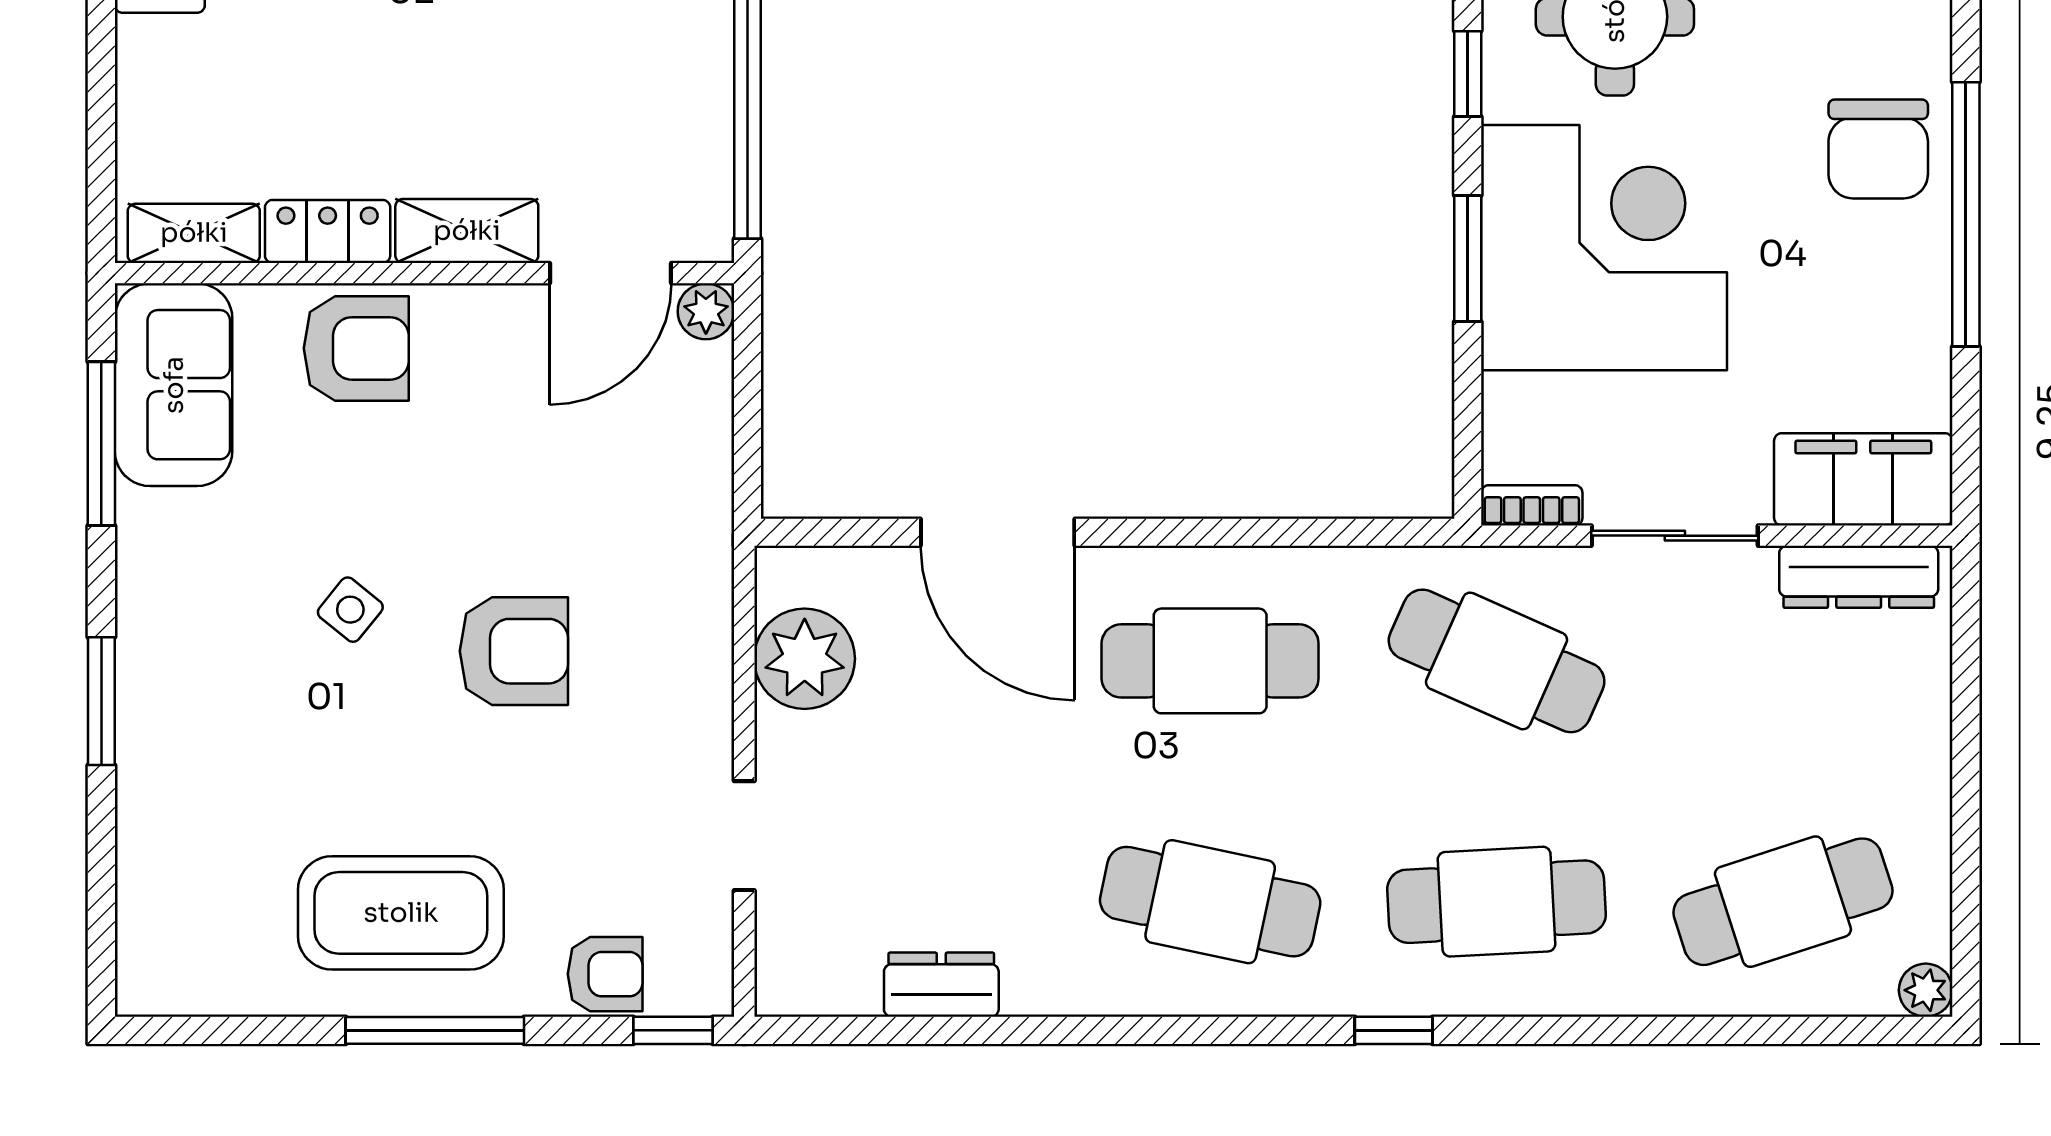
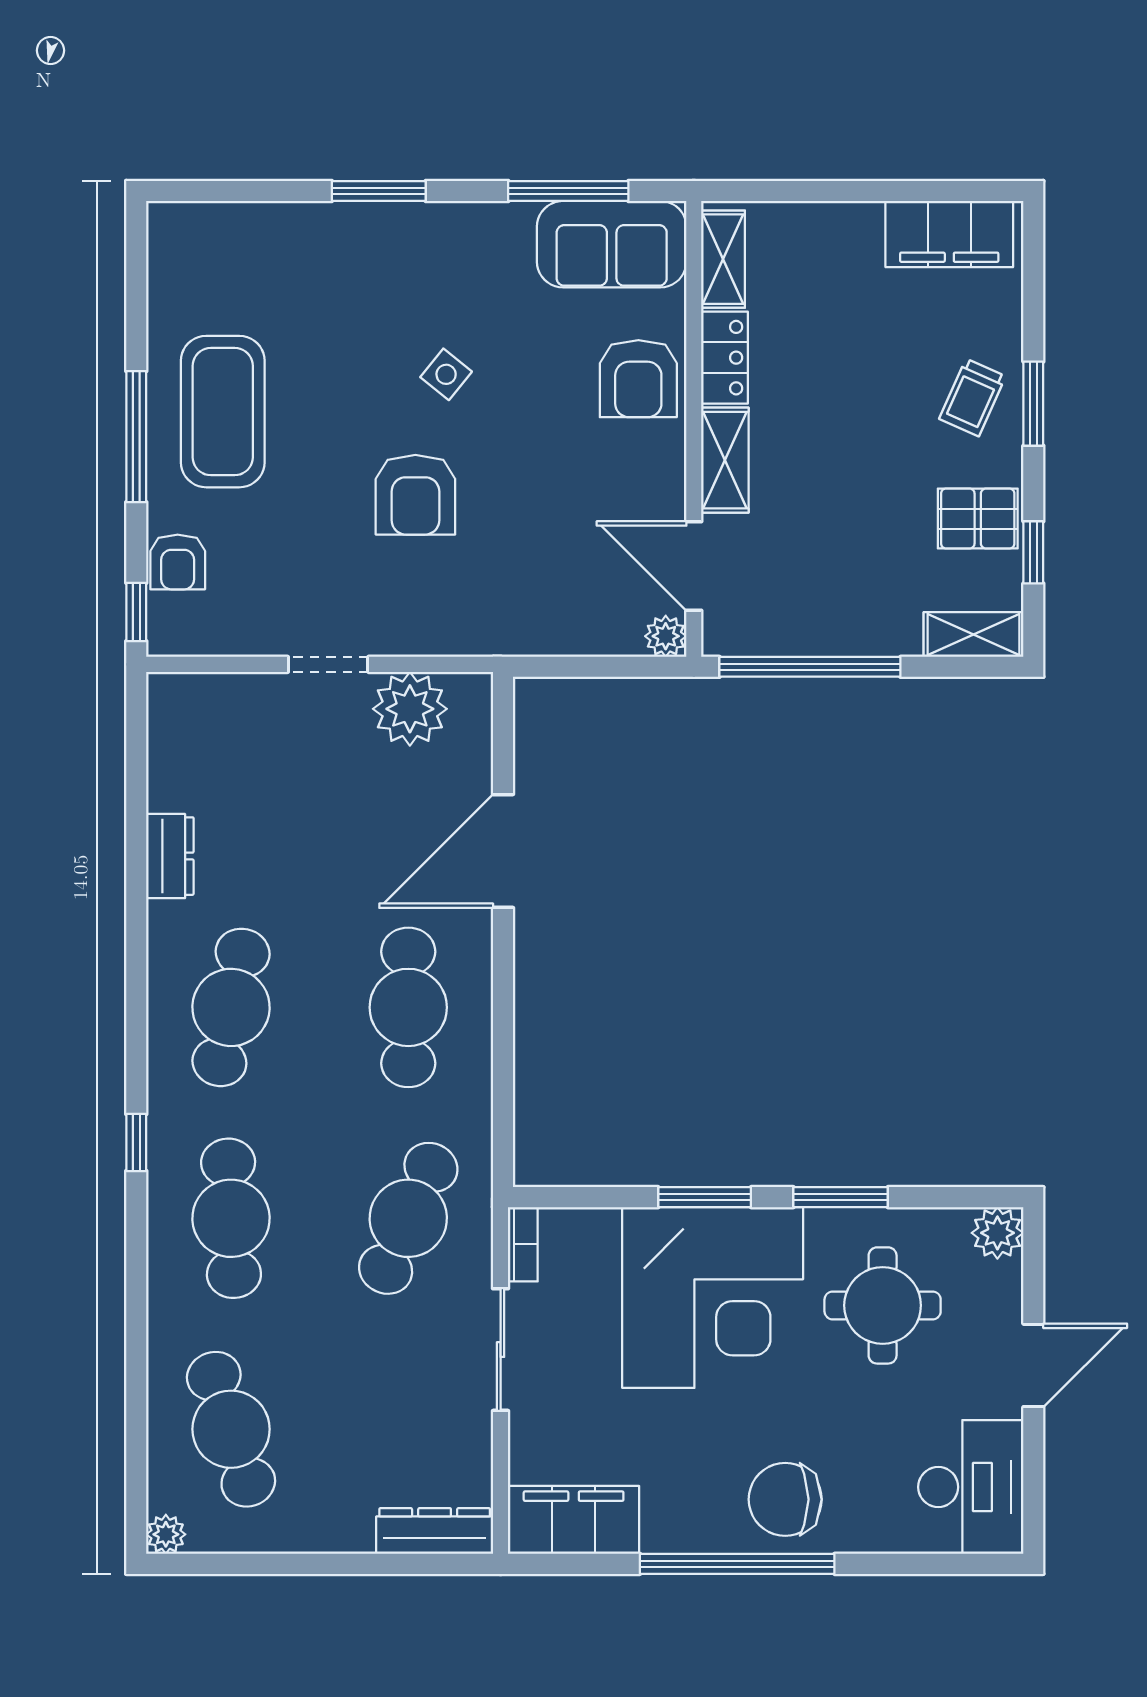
window: (1468, 74) -> (841, 1197), width x1.50
filing cabinet: (1863, 479) -> (574, 1520), moved, turned -90
dresser: (1859, 577) -> (435, 1531), moved, turned 90
doorway: (744, 836) -> (328, 664), moved
dresser: (941, 985) -> (170, 856), moved

